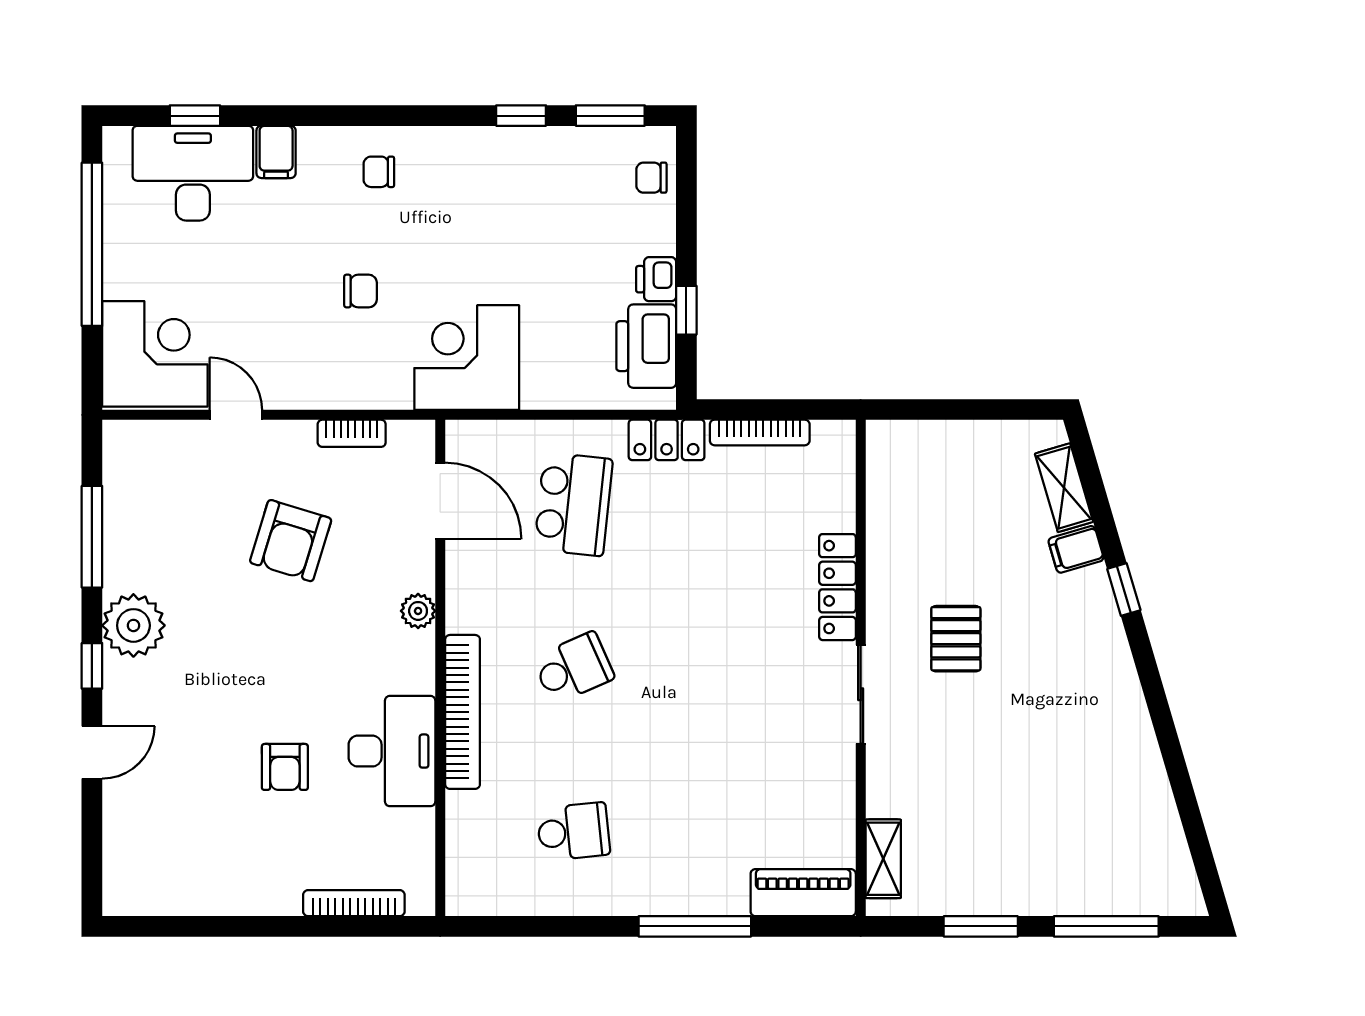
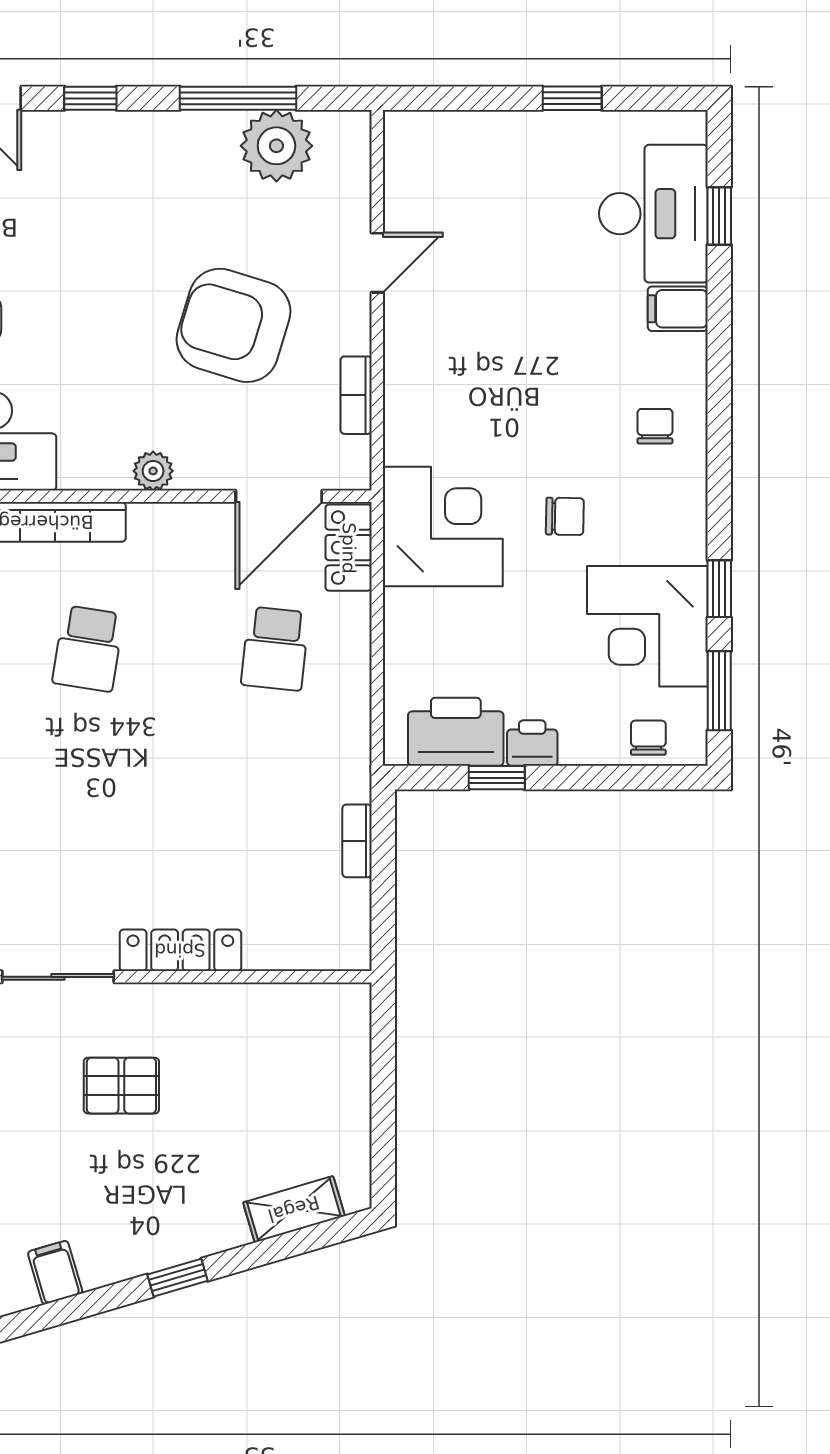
window: (92, 244) -> (572, 98), width x0.32
chair: (361, 291) -> (565, 516), moved, turned -89
corner desk: (155, 354) -> (647, 626), moved, turned 90
bookcase: (760, 432) -> (357, 841), width x0.64
locker: (667, 440) -> (349, 548), moved
school desk: (573, 504) -> (275, 649), width x0.54
armchair: (291, 541) -> (234, 325), width x1.36, depth x1.36
filing cabinet: (1076, 549) -> (55, 1272), moved
plant: (133, 625) -> (276, 146), moved
school desk: (573, 668) -> (88, 649), turned 33

